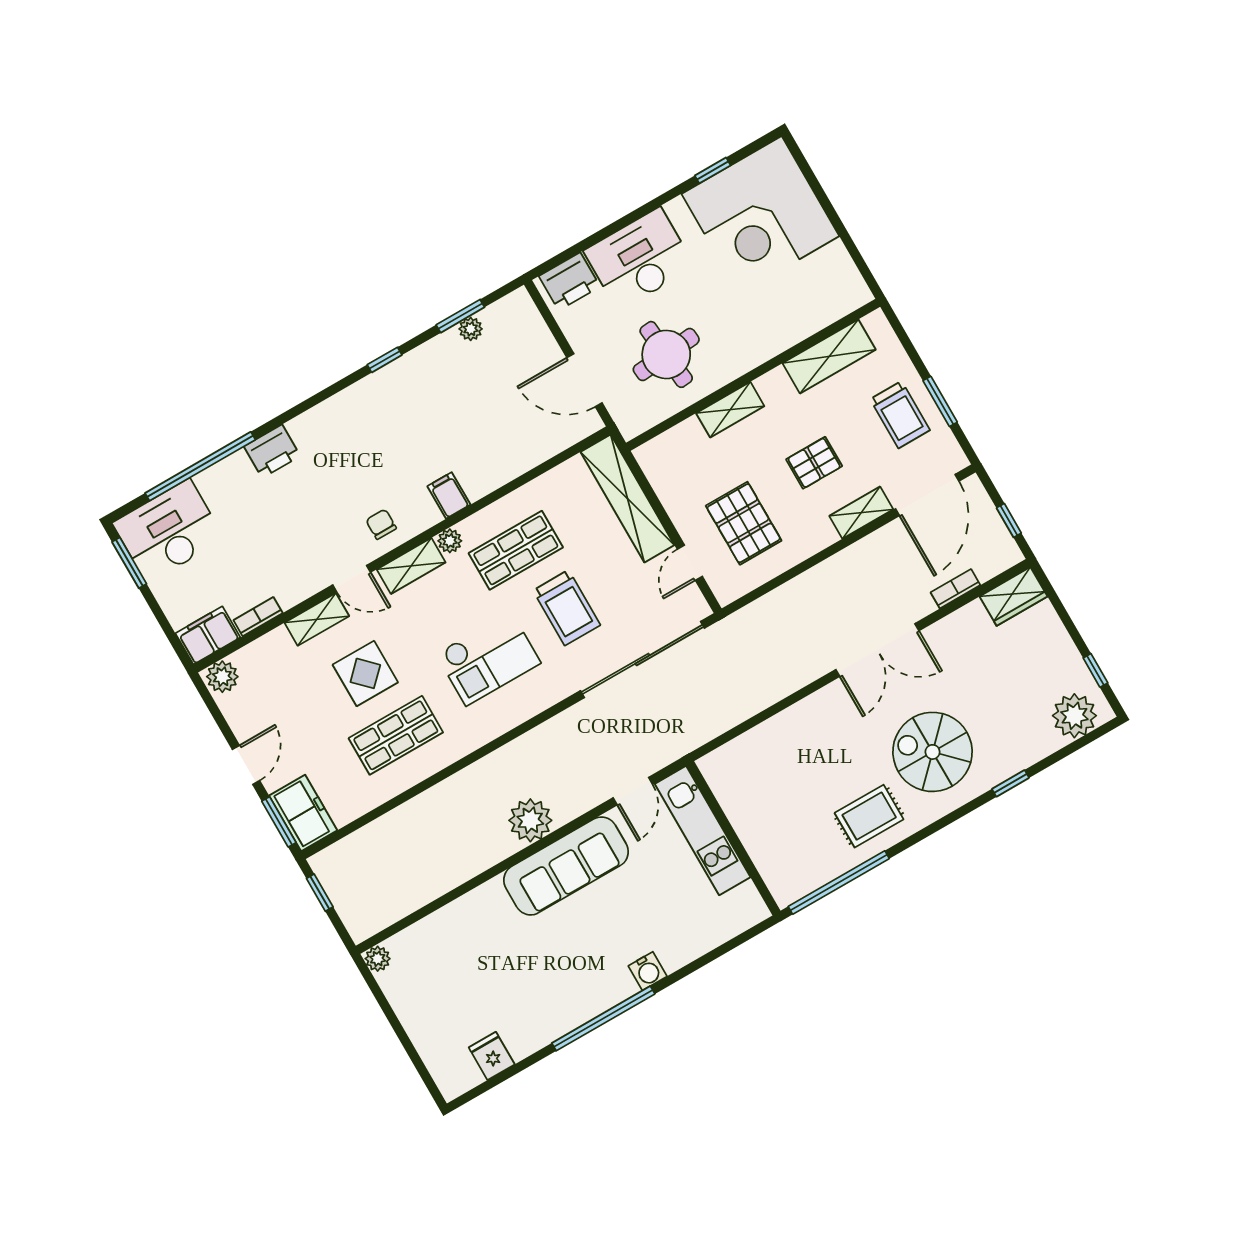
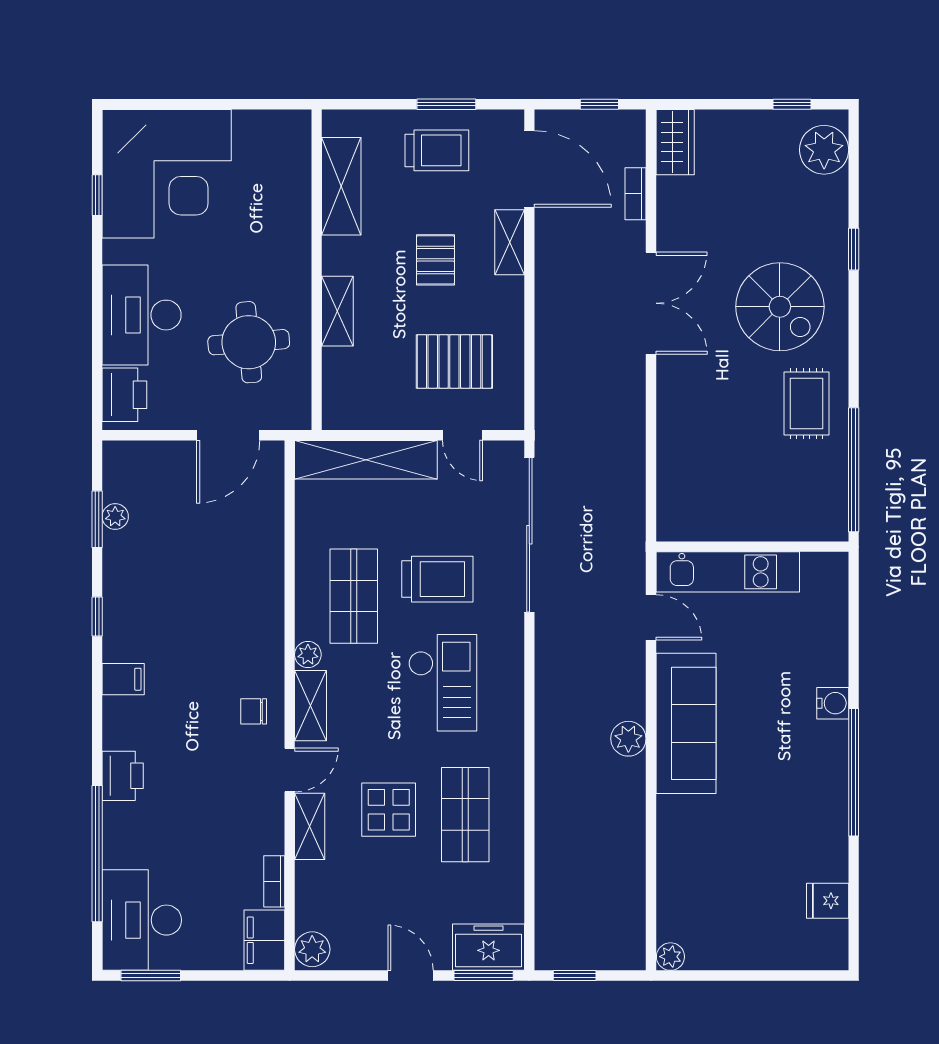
filing cabinet: (449, 495) -> (123, 679), moved, turned 180
spiral stairs: (933, 752) -> (780, 307), turned -90
plant: (530, 820) -> (628, 739), width x0.73, depth x0.73

